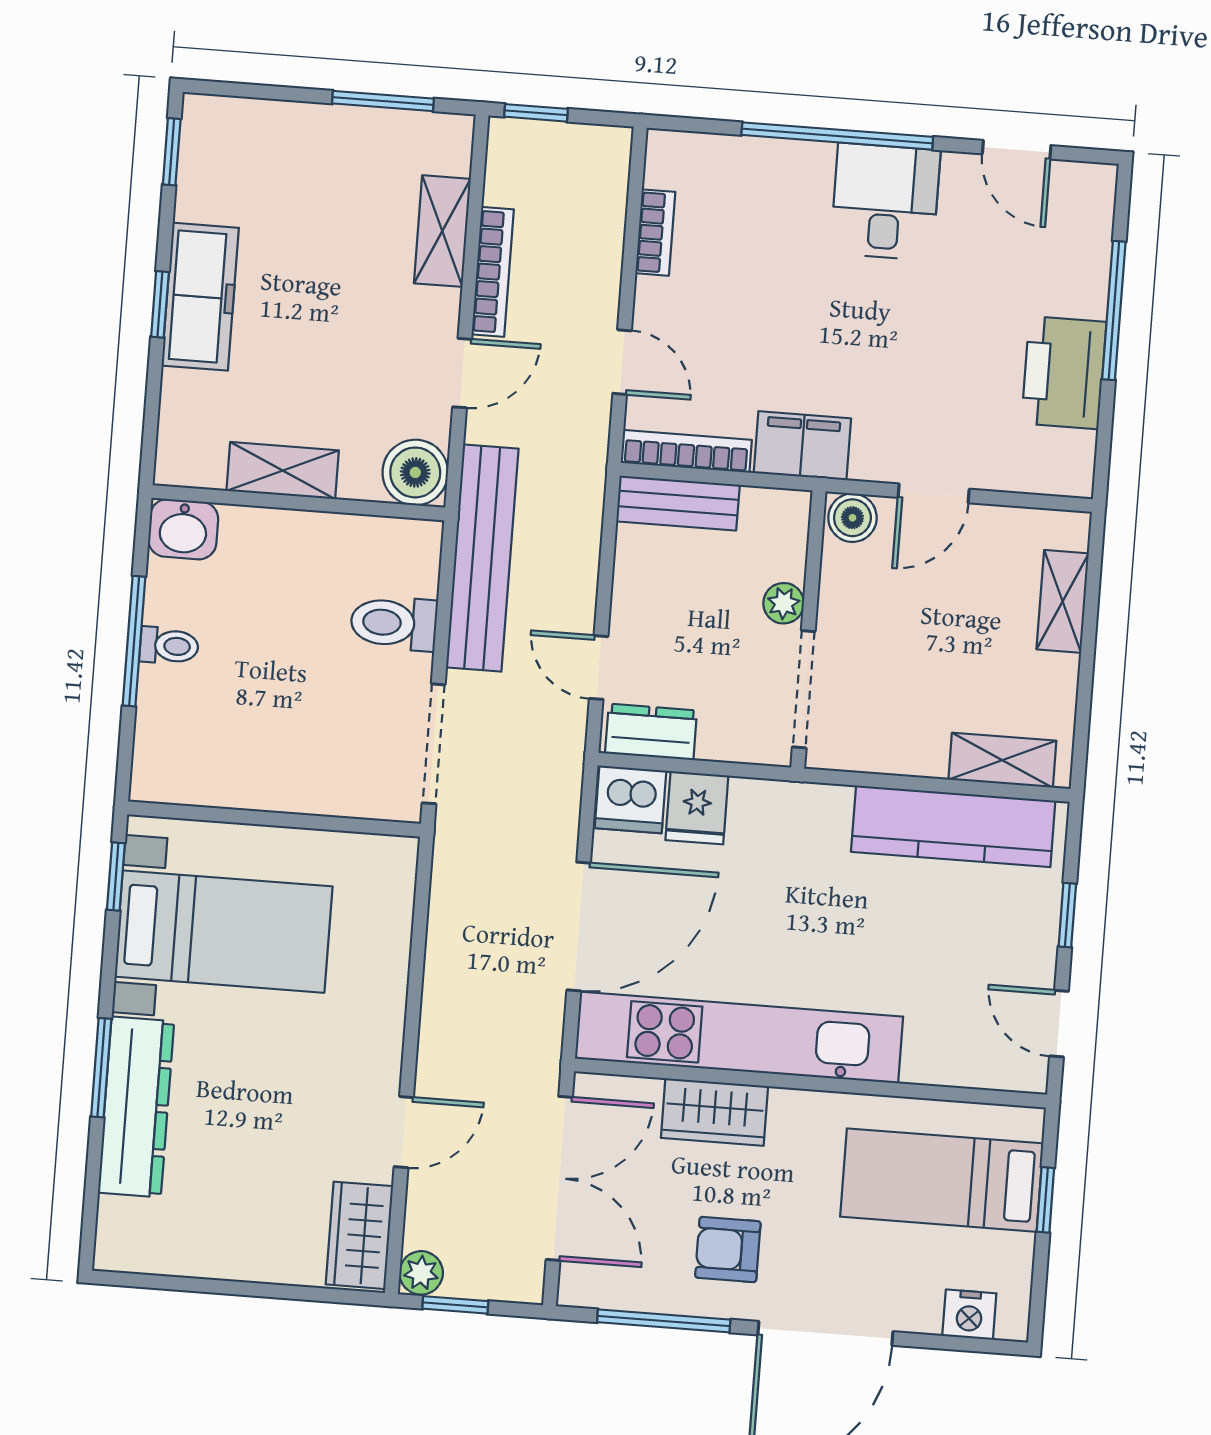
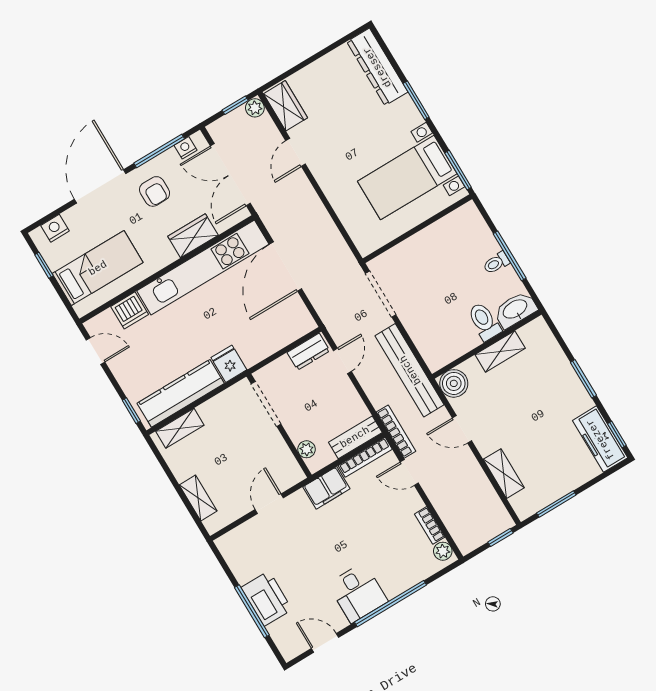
plant: (665, 165) -> (443, 551), added
bookcase: (493, 272) -> (396, 432), moved, turned 180
freezer: (200, 297) -> (600, 439), moved
window: (160, 304) -> (583, 379), width x1.50
door: (462, 373) -> (462, 429), hinge flipped
printer: (1064, 373) -> (267, 598), moved
boiler: (852, 518) -> (291, 475), removed
washbasin: (183, 529) -> (515, 310), width x1.38
plant: (784, 603) -> (307, 449), moved
toilet: (394, 623) -> (484, 321), moved, turned -90
door: (599, 668) -> (342, 361), hinge flipped
dishwasher: (631, 799) -> (130, 310), moved, turned 180
fridge: (697, 808) -> (229, 364), moved
window: (116, 876) -> (458, 170), width x1.50
window: (1067, 915) -> (131, 411), moved
dresser: (136, 1107) -> (377, 67), moved
window: (1045, 1200) -> (44, 265), moved
armchair: (728, 1249) -> (155, 191), turned 90
nightstand: (609, 1291) -> (185, 148), added

